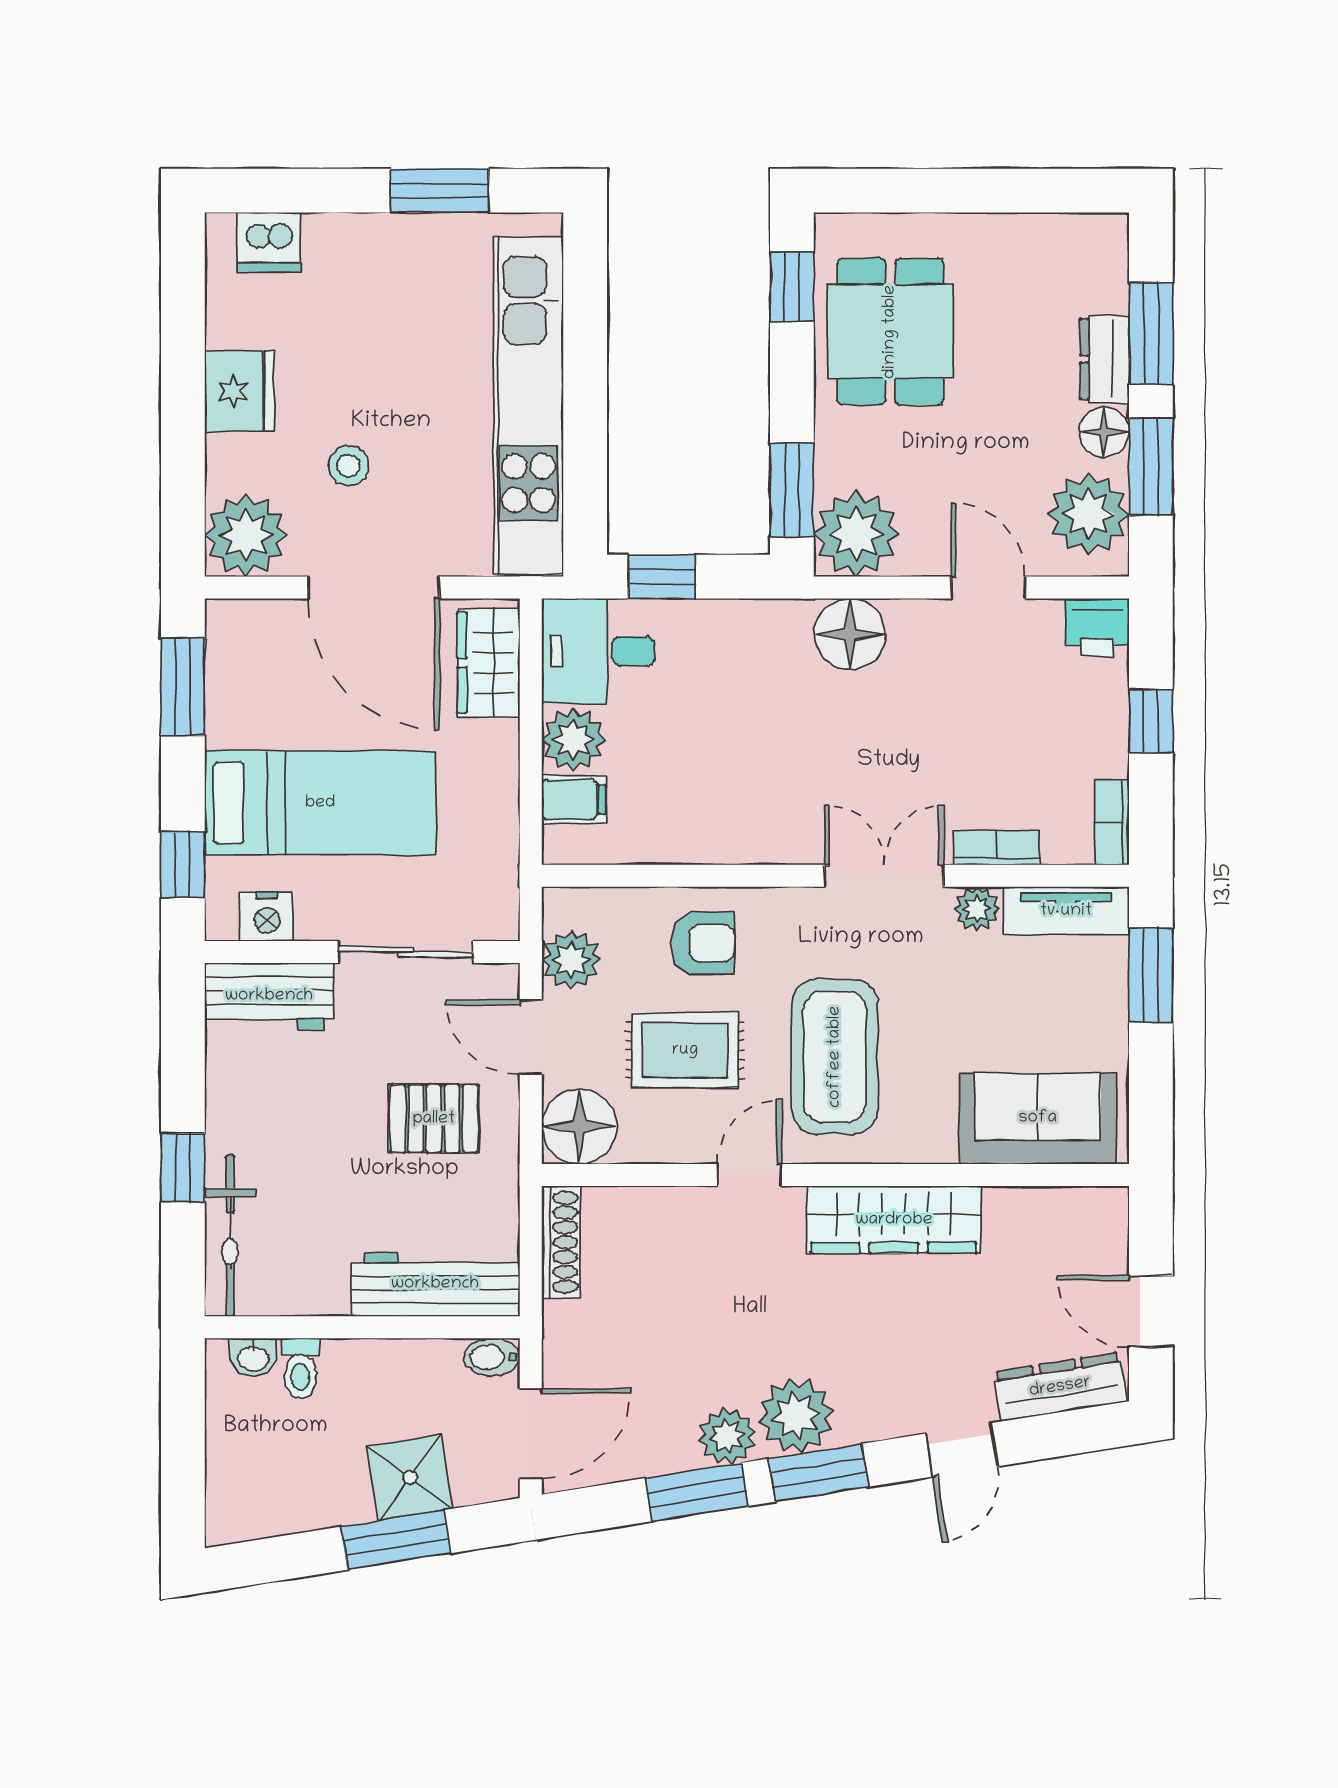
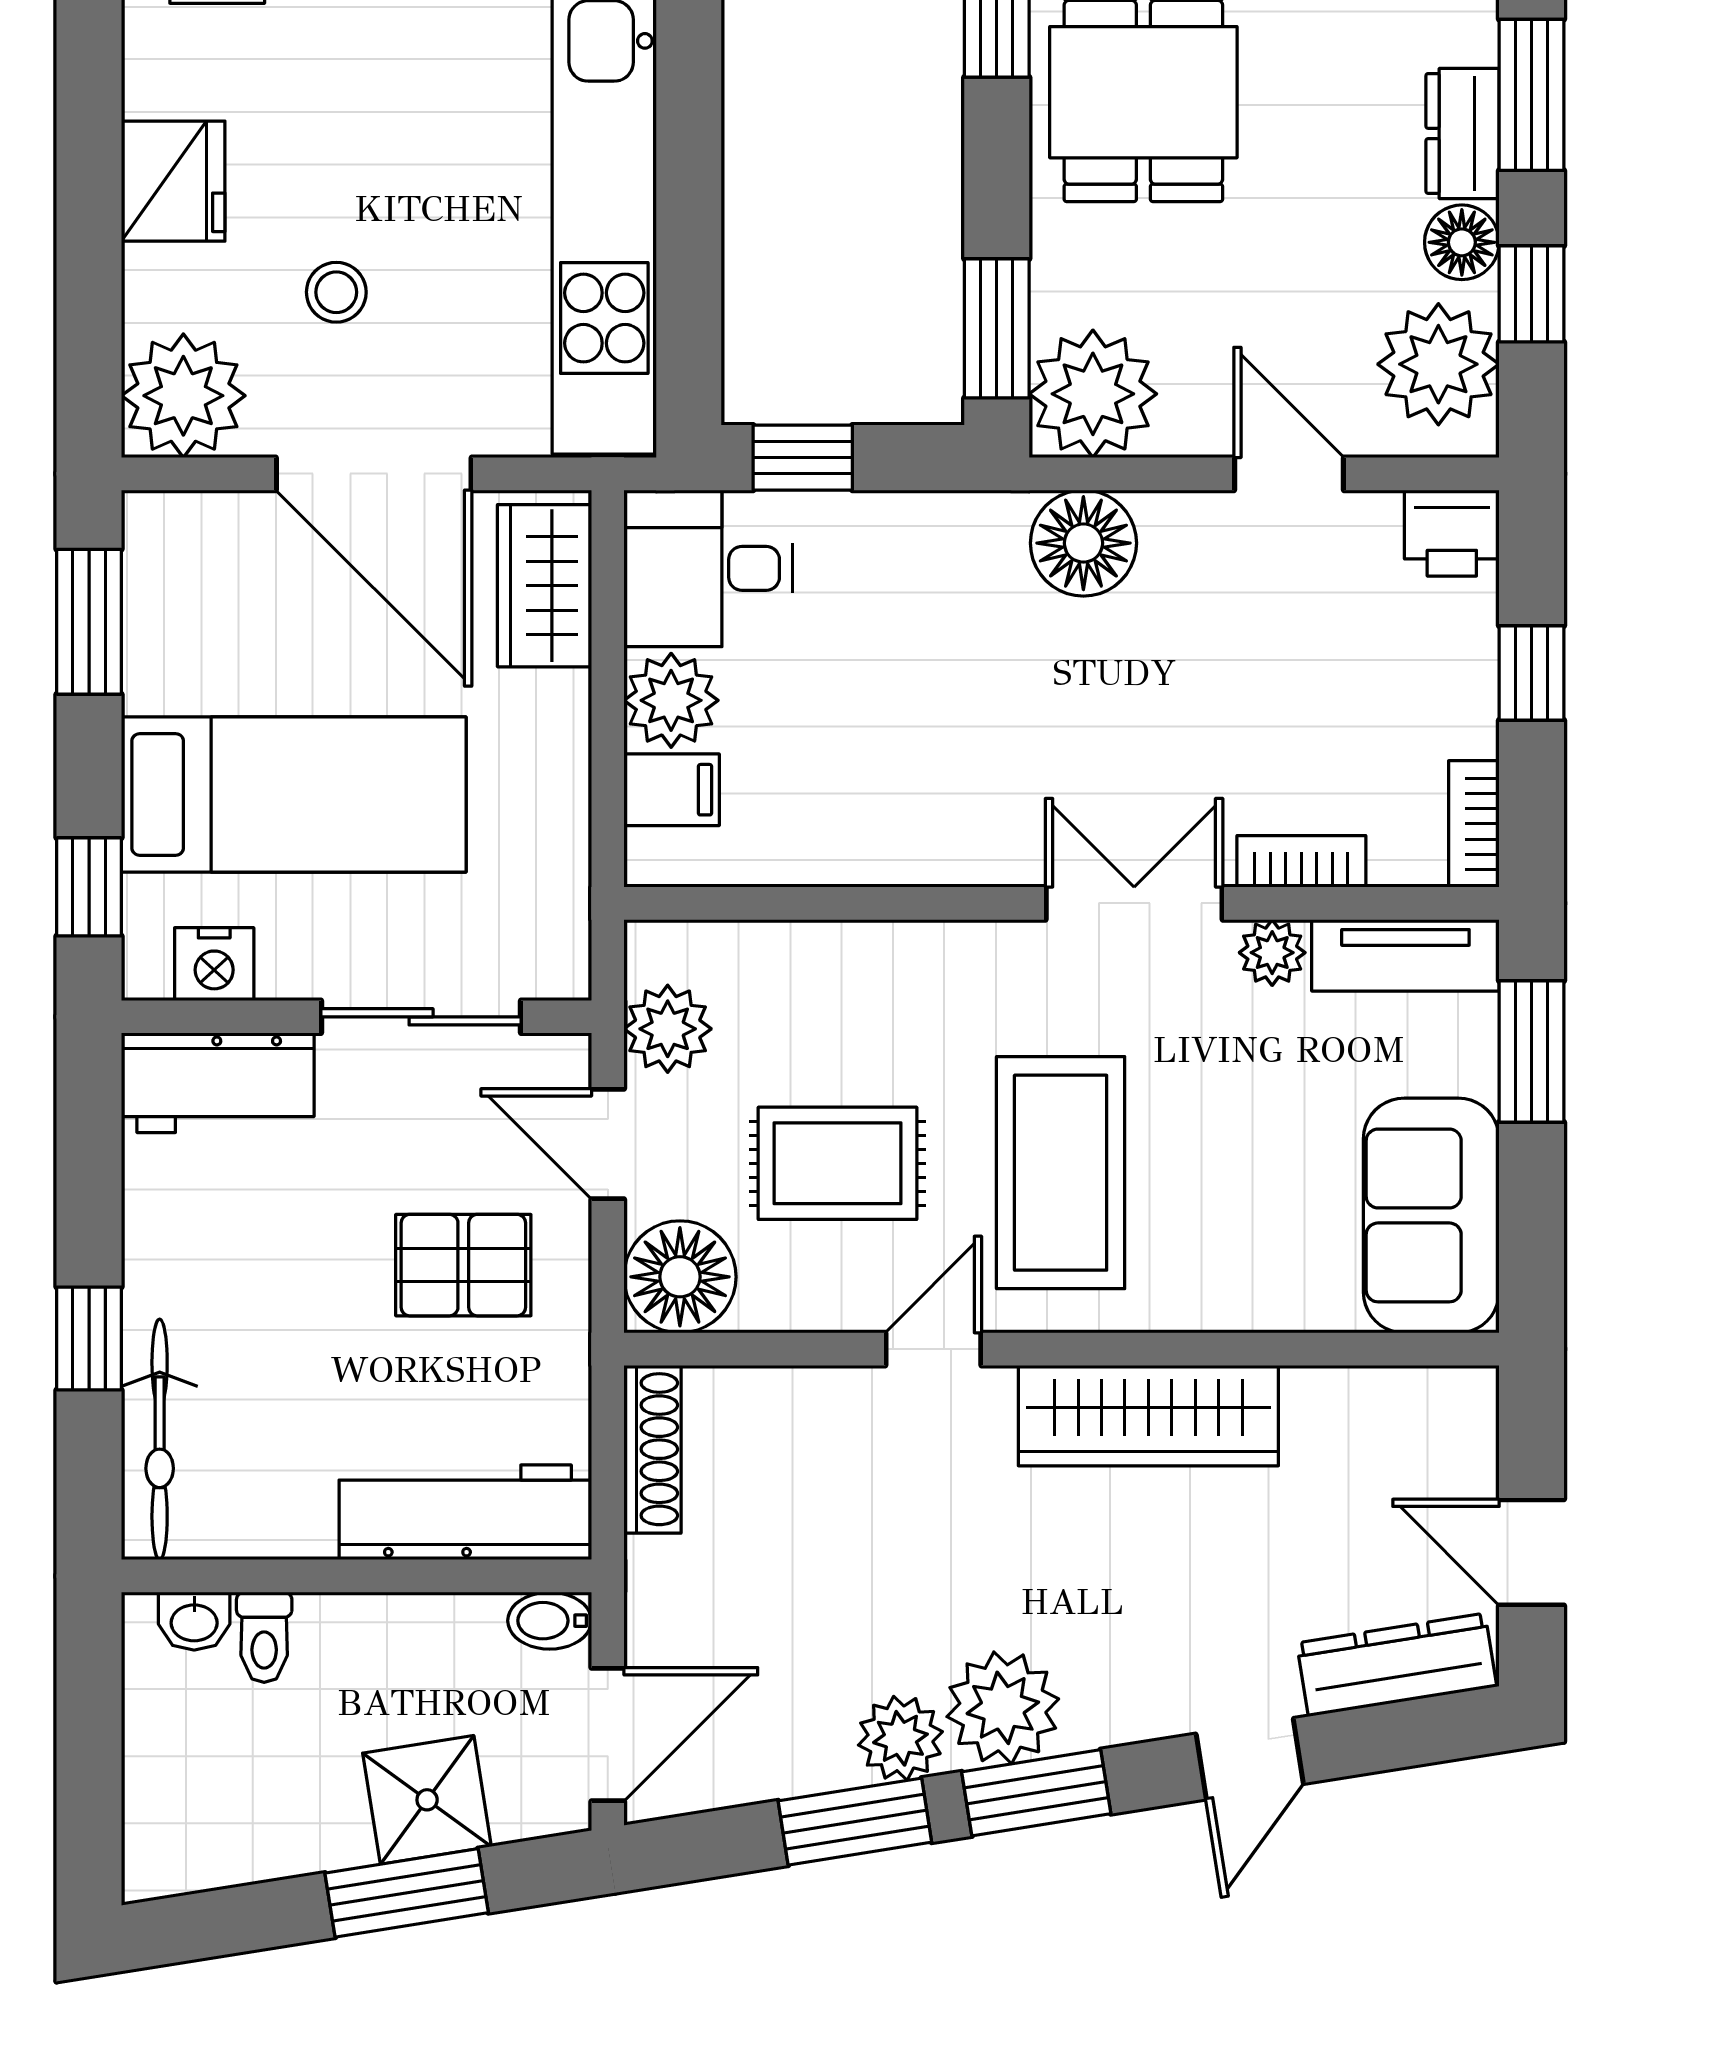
window: (1151, 467) -> (1532, 294), width x0.67
armchair: (703, 943) -> (864, 1003), removed
sofa: (1038, 1118) -> (1431, 1215), moved, turned -90

